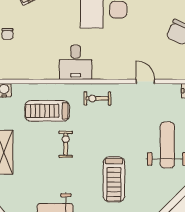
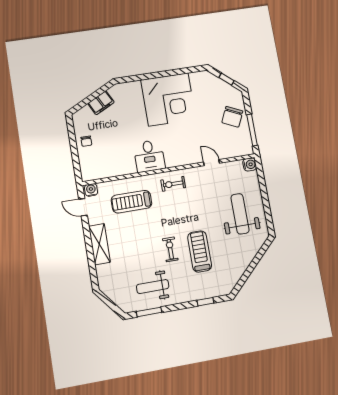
exercise bike: (66, 144) -> (170, 249), moved
treadmill: (114, 179) -> (200, 251), turned 180

